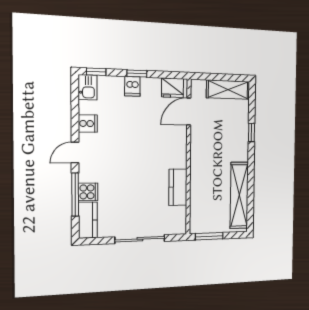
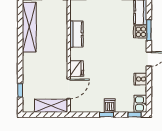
fridge: (173, 88) -> (77, 69), moved, turned 90
shelving: (228, 90) -> (51, 106), moved
window: (251, 133) -> (20, 90), moved
window: (75, 195) -> (149, 30), width x0.69

